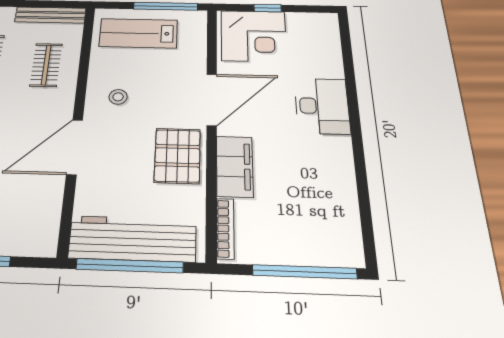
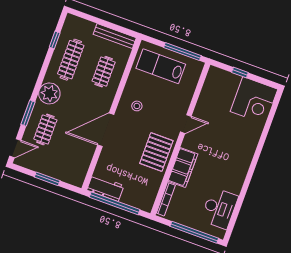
corner desk: (254, 36) -> (254, 100), moved
door: (212, 100) -> (186, 124), width x0.53
desk: (322, 106) -> (219, 208), moved
workbench: (133, 239) -> (105, 188), width x0.53, depth x0.76

